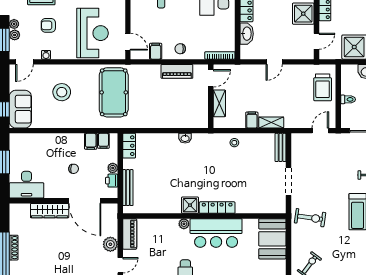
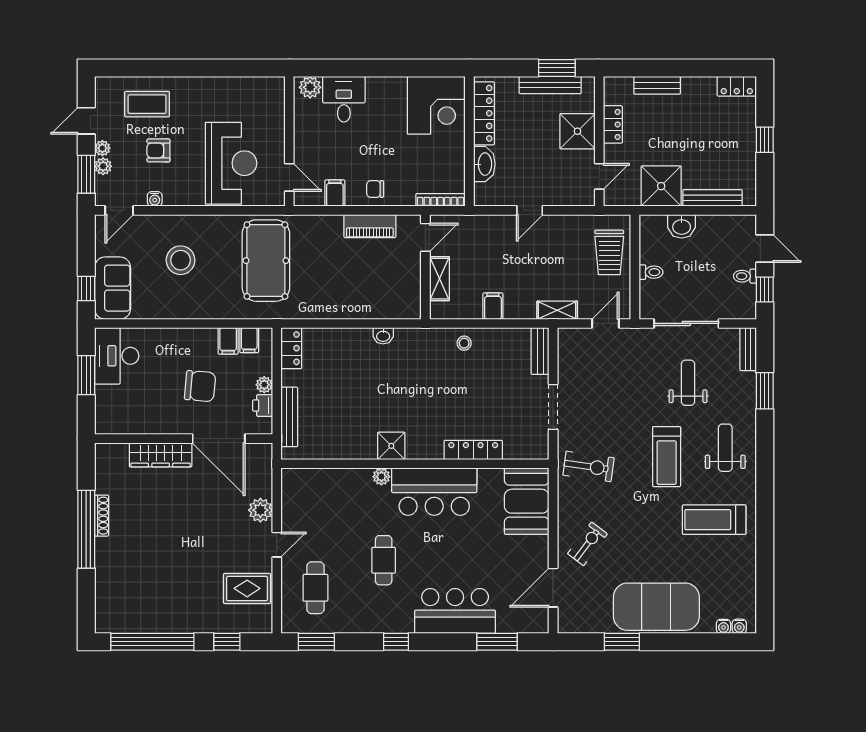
shelving: (271, 123) -> (557, 310), moved
chair: (74, 169) -> (200, 386), width x1.87, depth x1.87
desk: (27, 185) -> (117, 356), moved, turned 90
locker: (217, 208) -> (473, 450), moved
piano: (130, 234) -> (292, 493), removed

